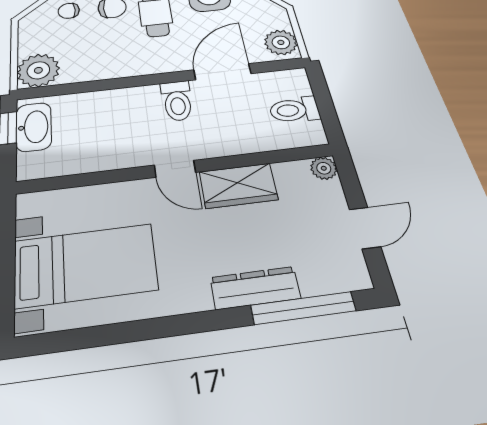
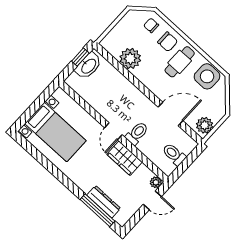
plant: (38, 70) -> (130, 59), moved
toilet: (177, 101) -> (137, 133), moved, turned 180
door: (365, 228) -> (152, 200), moved
dresser: (255, 288) -> (104, 202), moved

